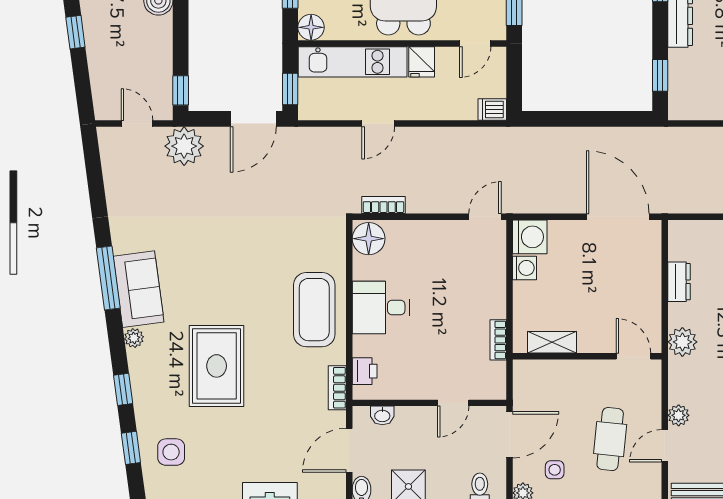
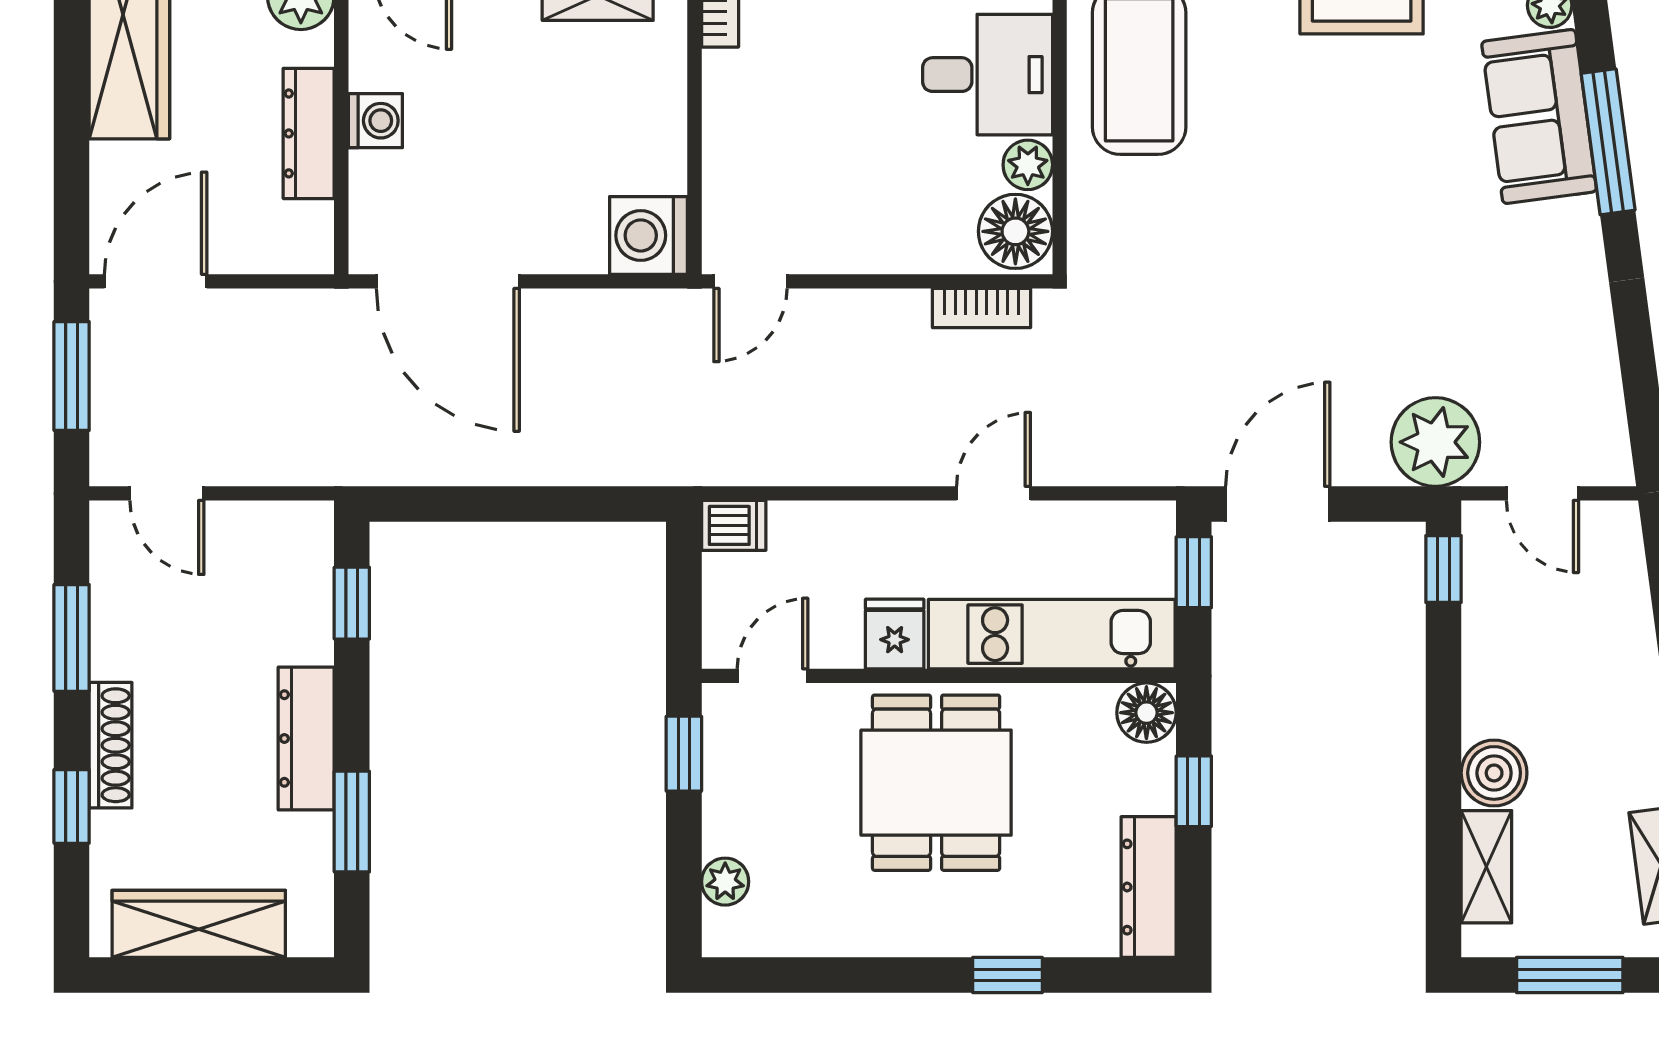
plant: (363, 268) -> (1028, 165), added
washing machine: (525, 268) -> (375, 121), moved, turned 180
dresser: (679, 282) -> (309, 133), width x1.44

